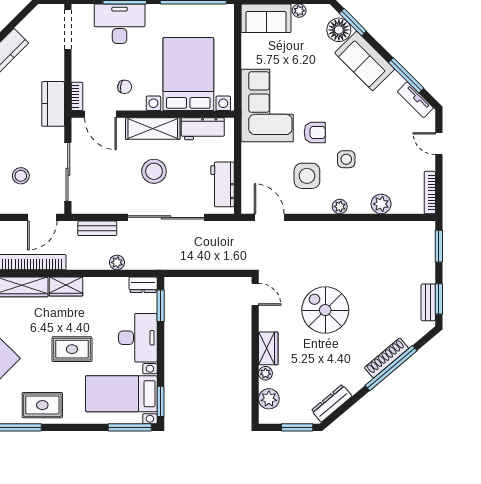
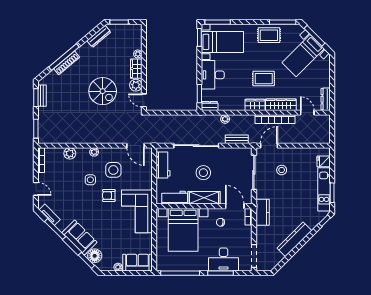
rug: (72, 349) -> (264, 79), moved
plant: (269, 399) -> (136, 85), moved

